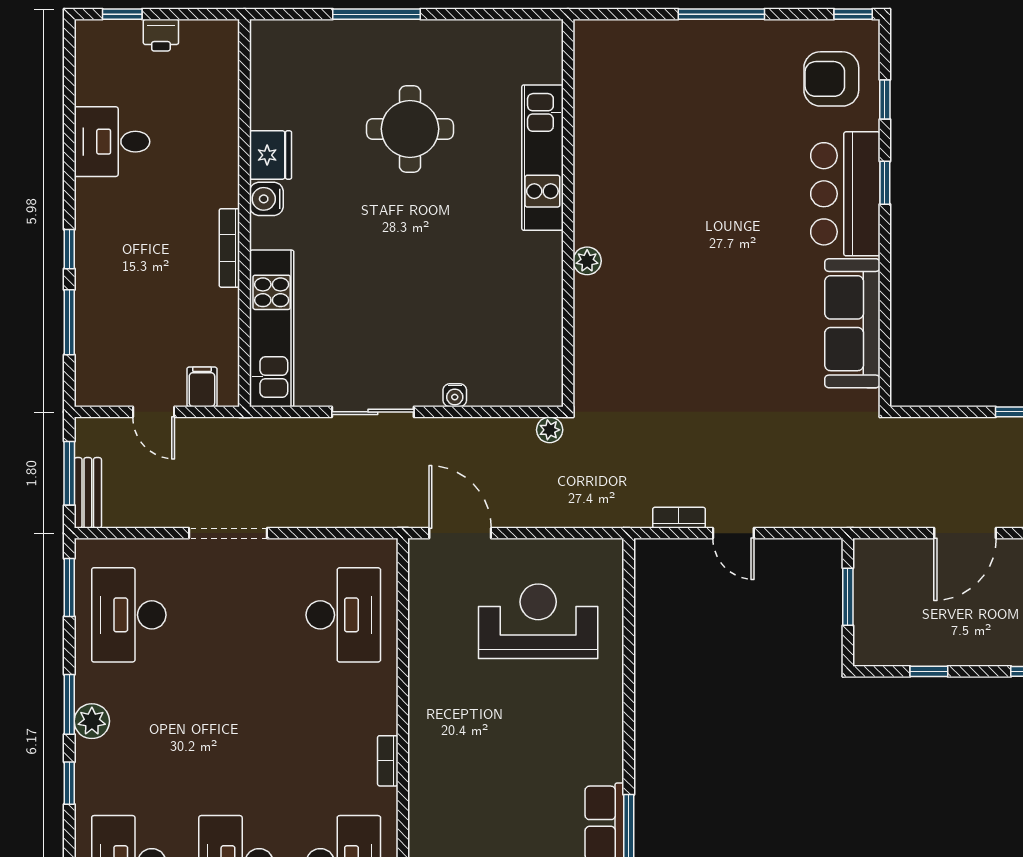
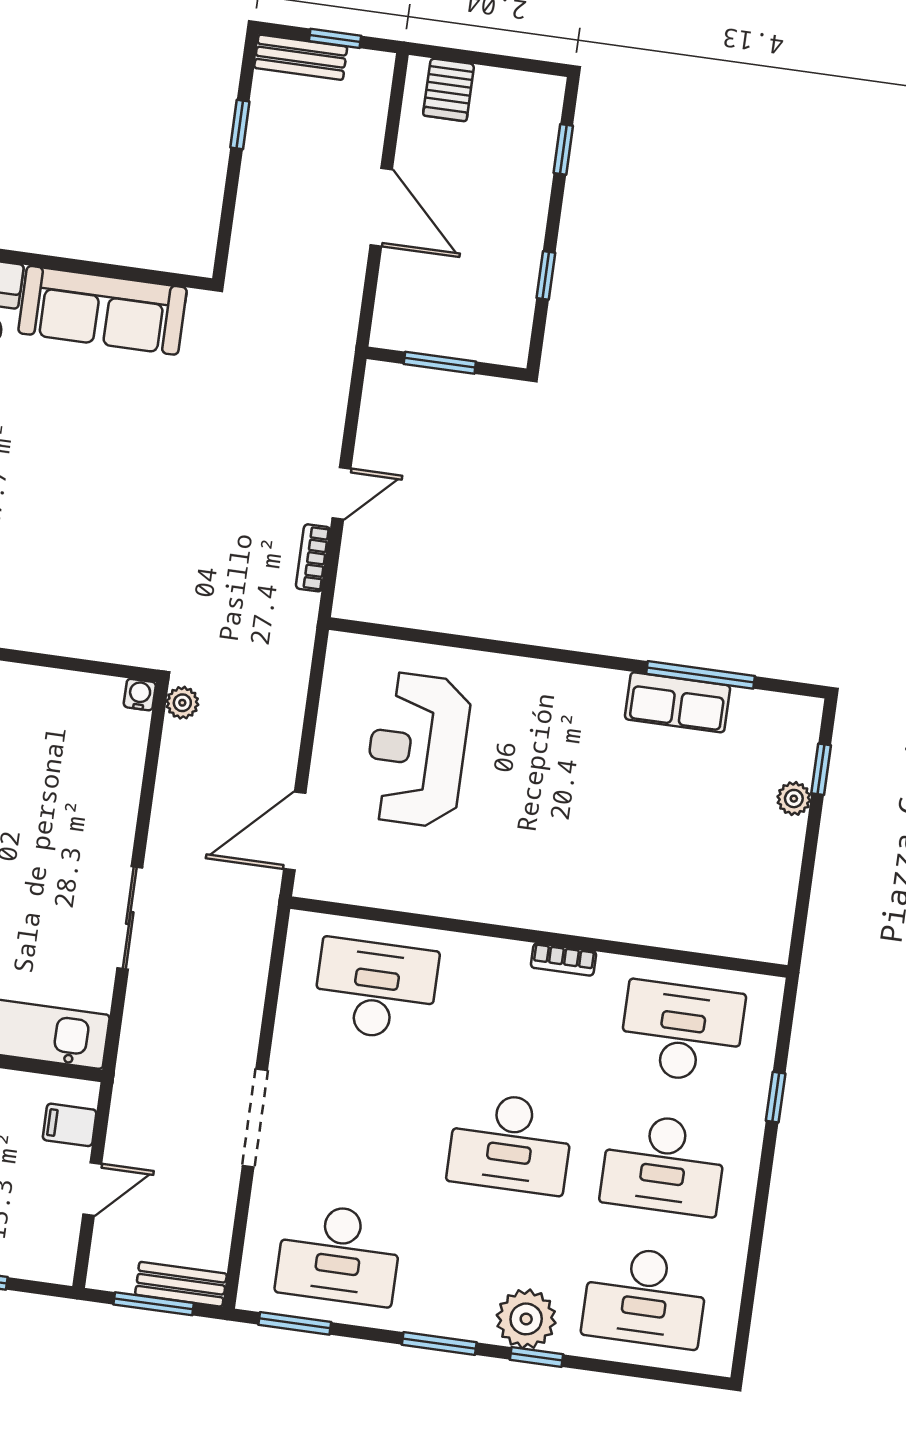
water cooler: (455, 395) -> (140, 695), moved, turned -90
plant: (92, 721) -> (526, 1319), moved, width x1.36, depth x1.36
desk: (236, 739) -> (510, 1143), added

